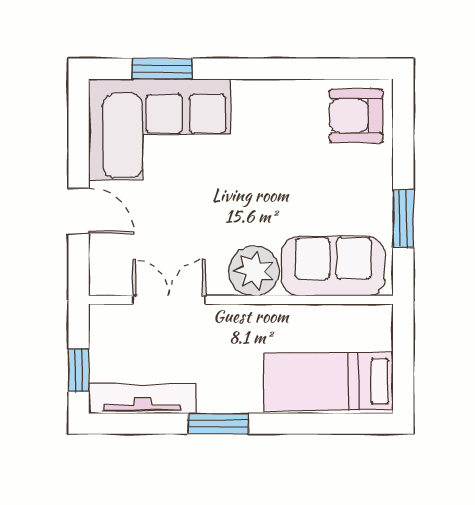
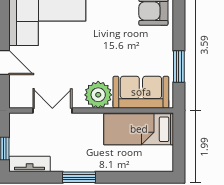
bed: (329, 381) -> (139, 129), moved
tv unit: (142, 399) -> (30, 164), width x0.71

